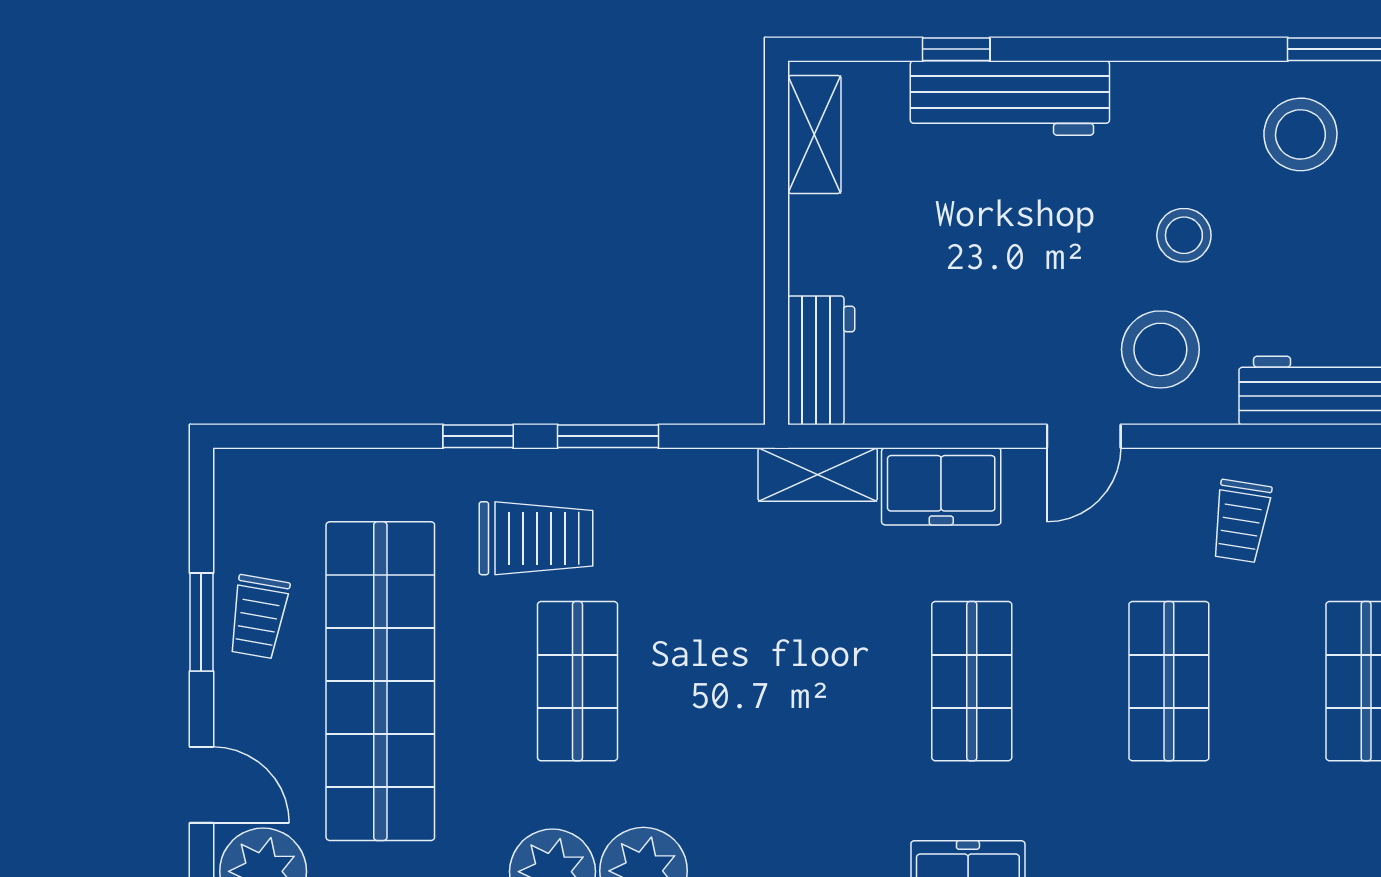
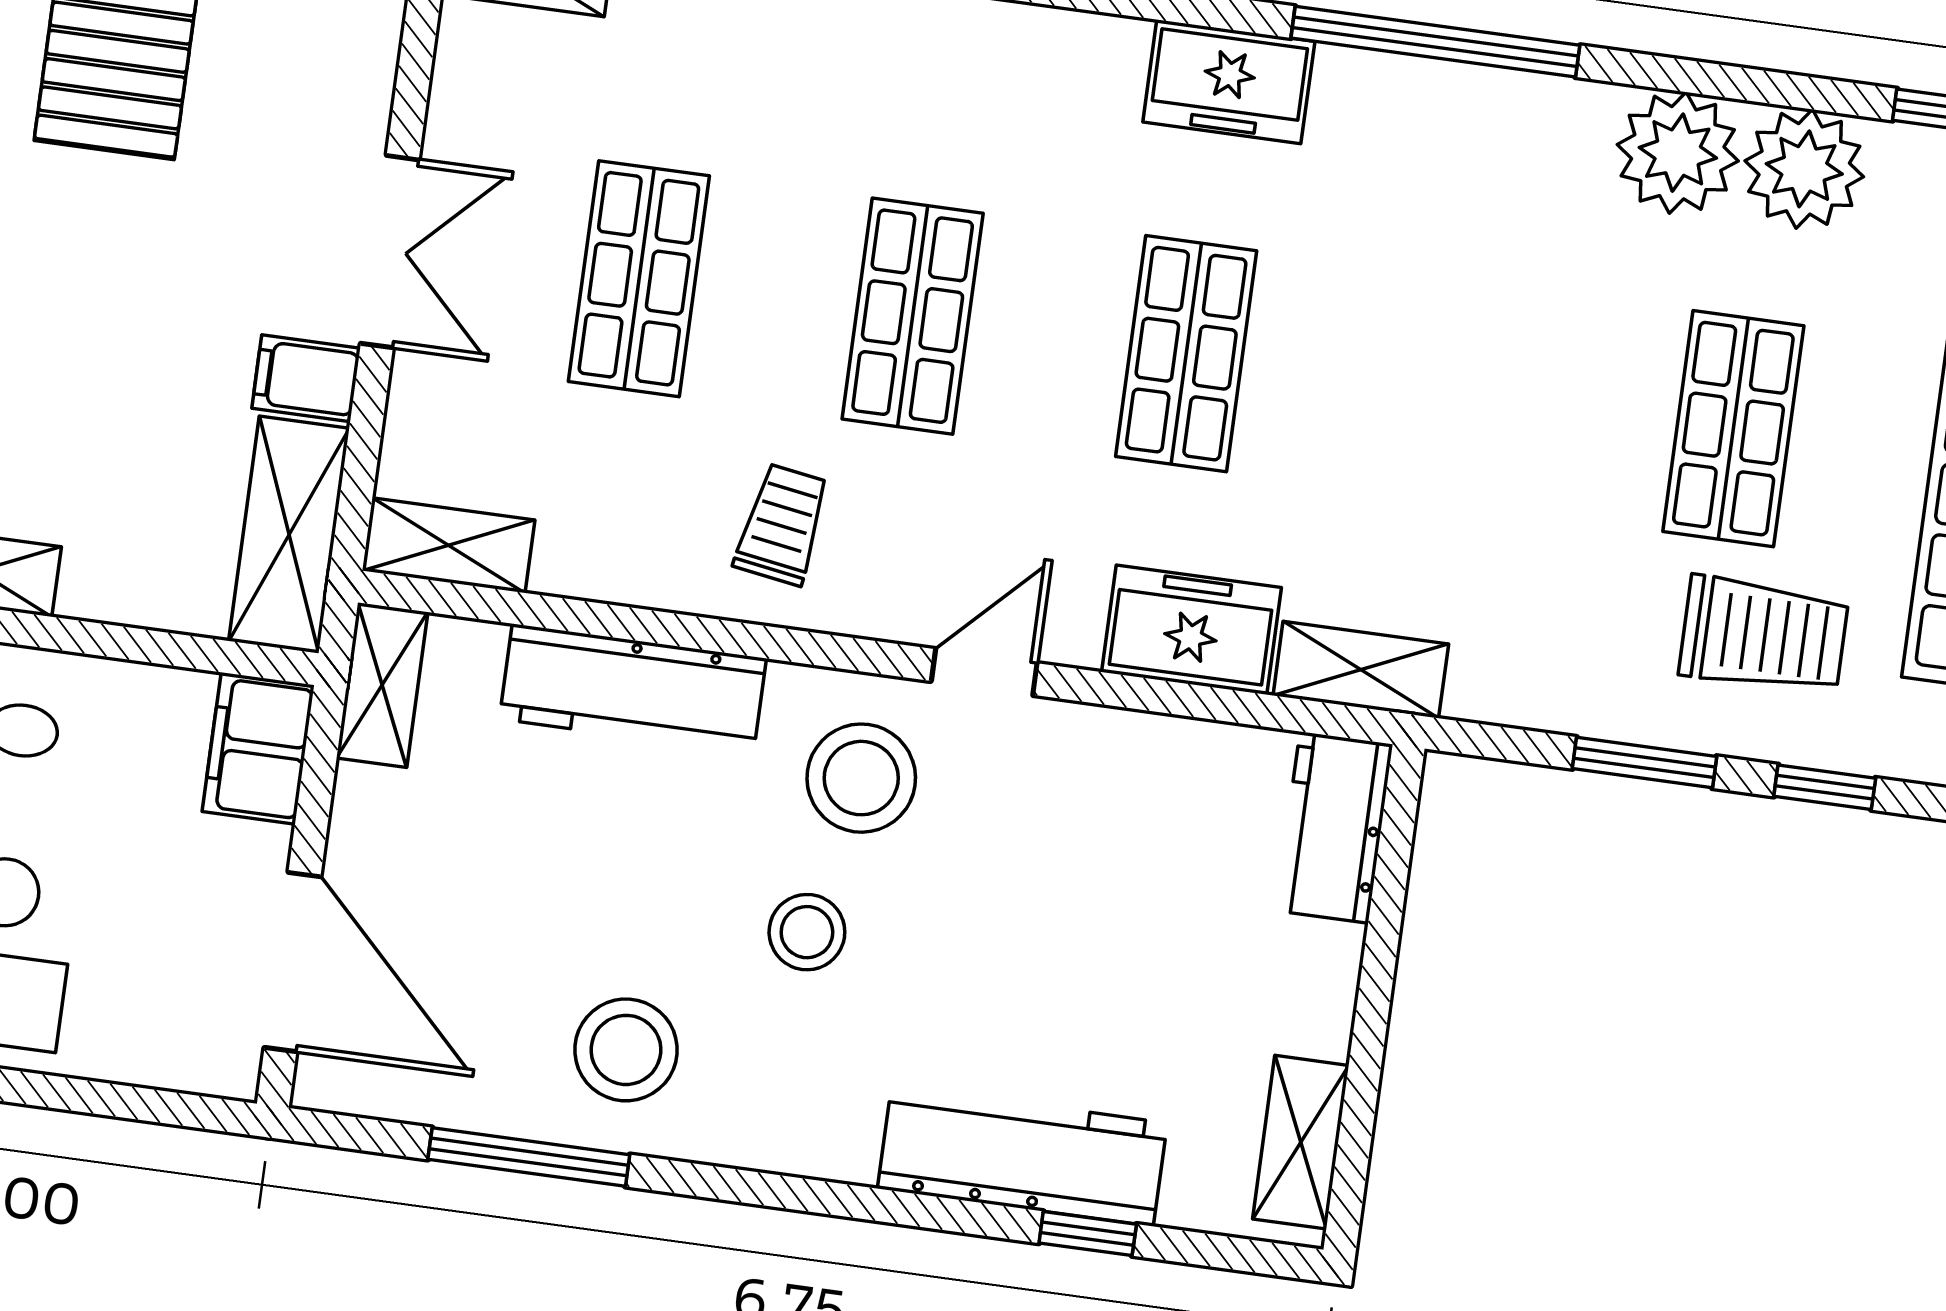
trolley: (536, 538) -> (1764, 635), turned 180

